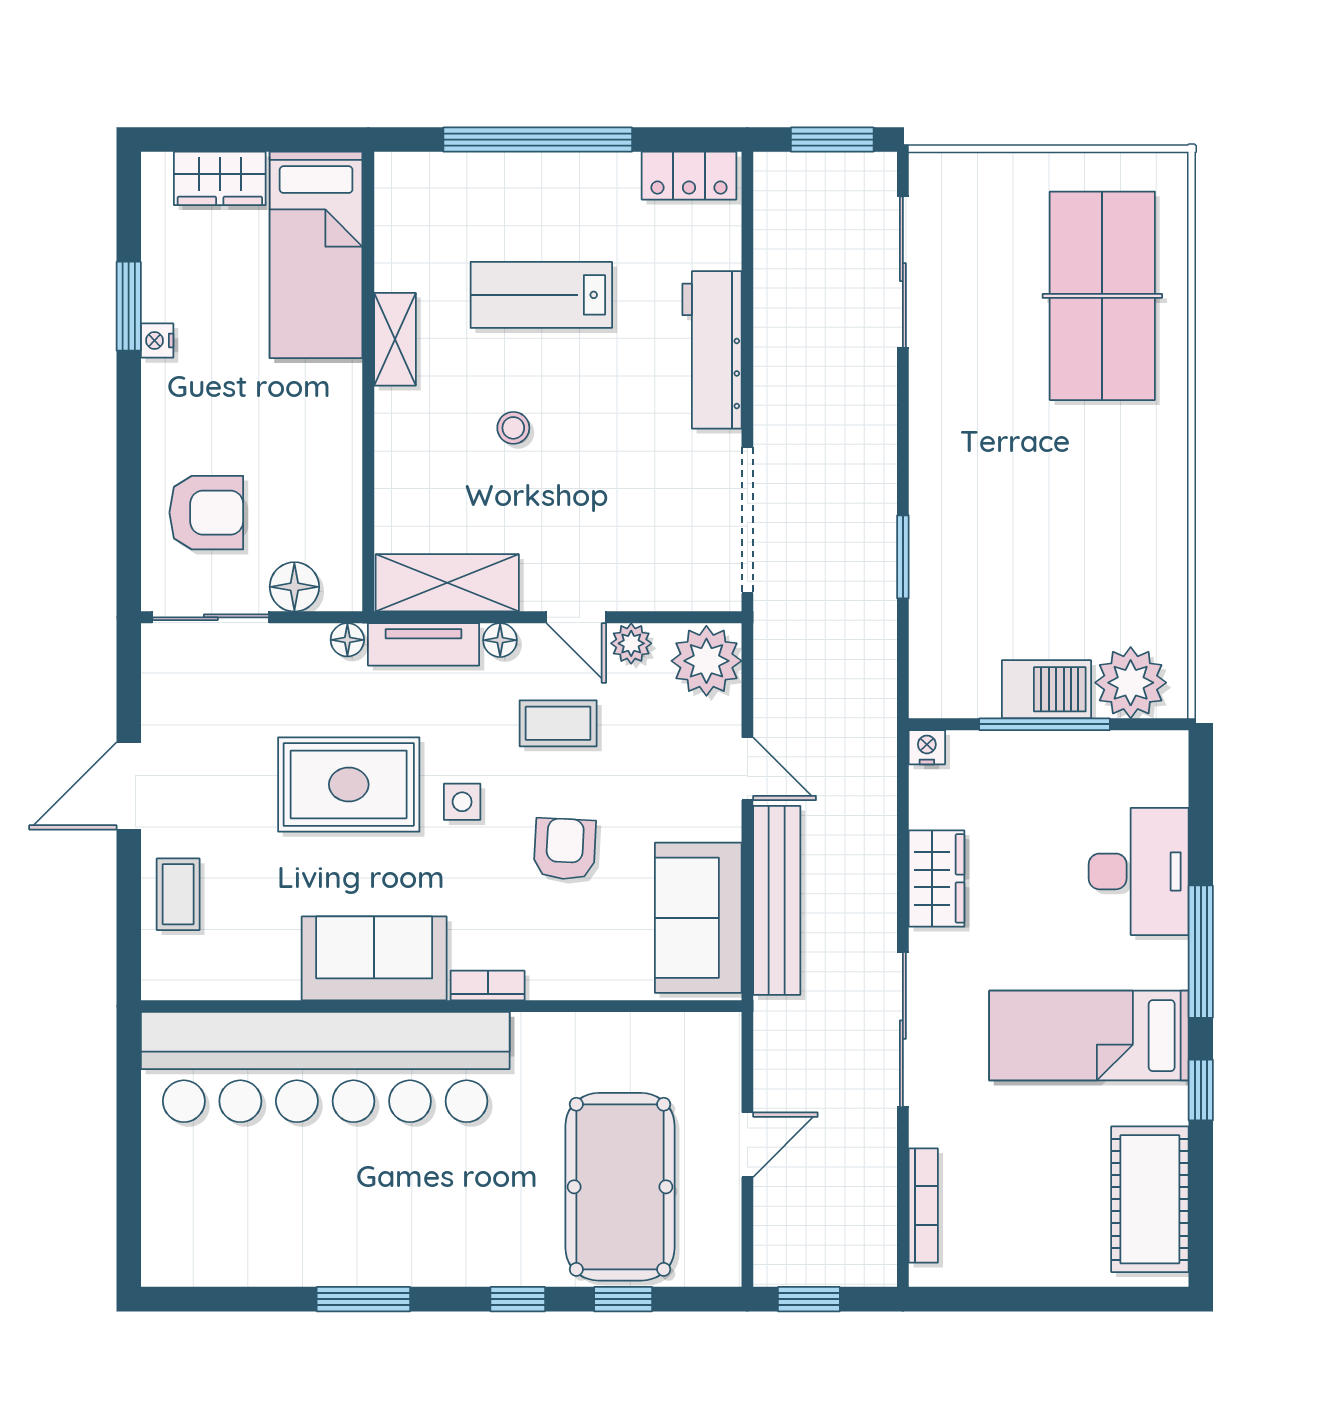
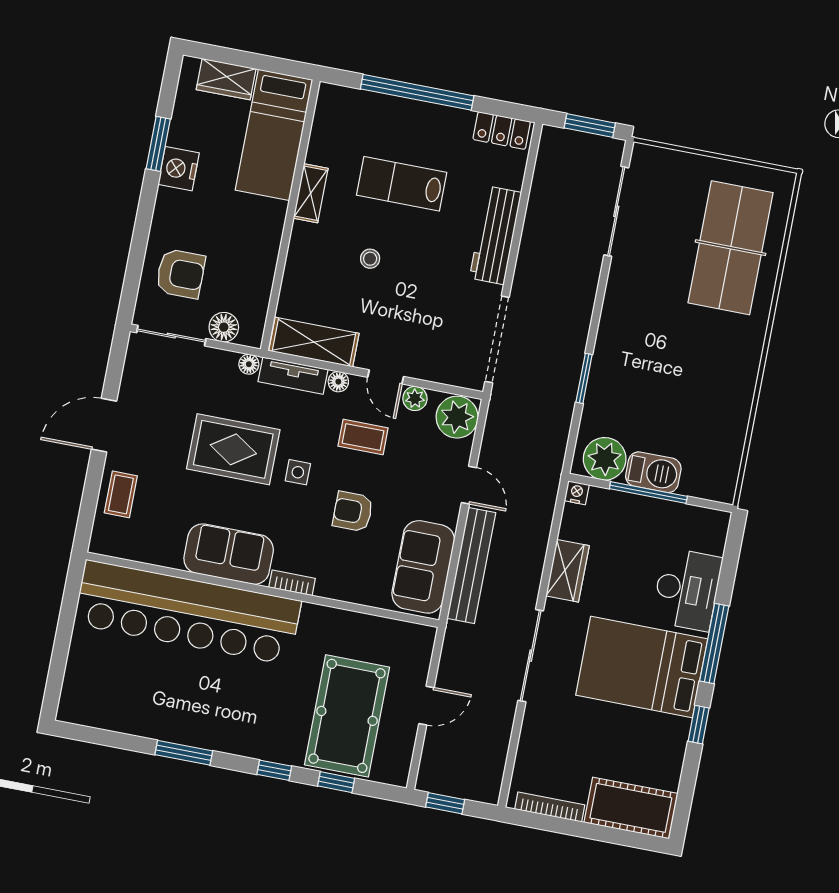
nightstand: (157, 340) -> (179, 169), width x1.89, depth x1.79
plant: (1131, 683) -> (605, 459), moved
armchair: (565, 849) -> (353, 511), turned -93
bed: (1089, 1036) -> (642, 667), width x1.50
cot: (1150, 1199) -> (631, 808), moved, turned 90
bookcase: (923, 1205) -> (550, 807), moved, turned -90

